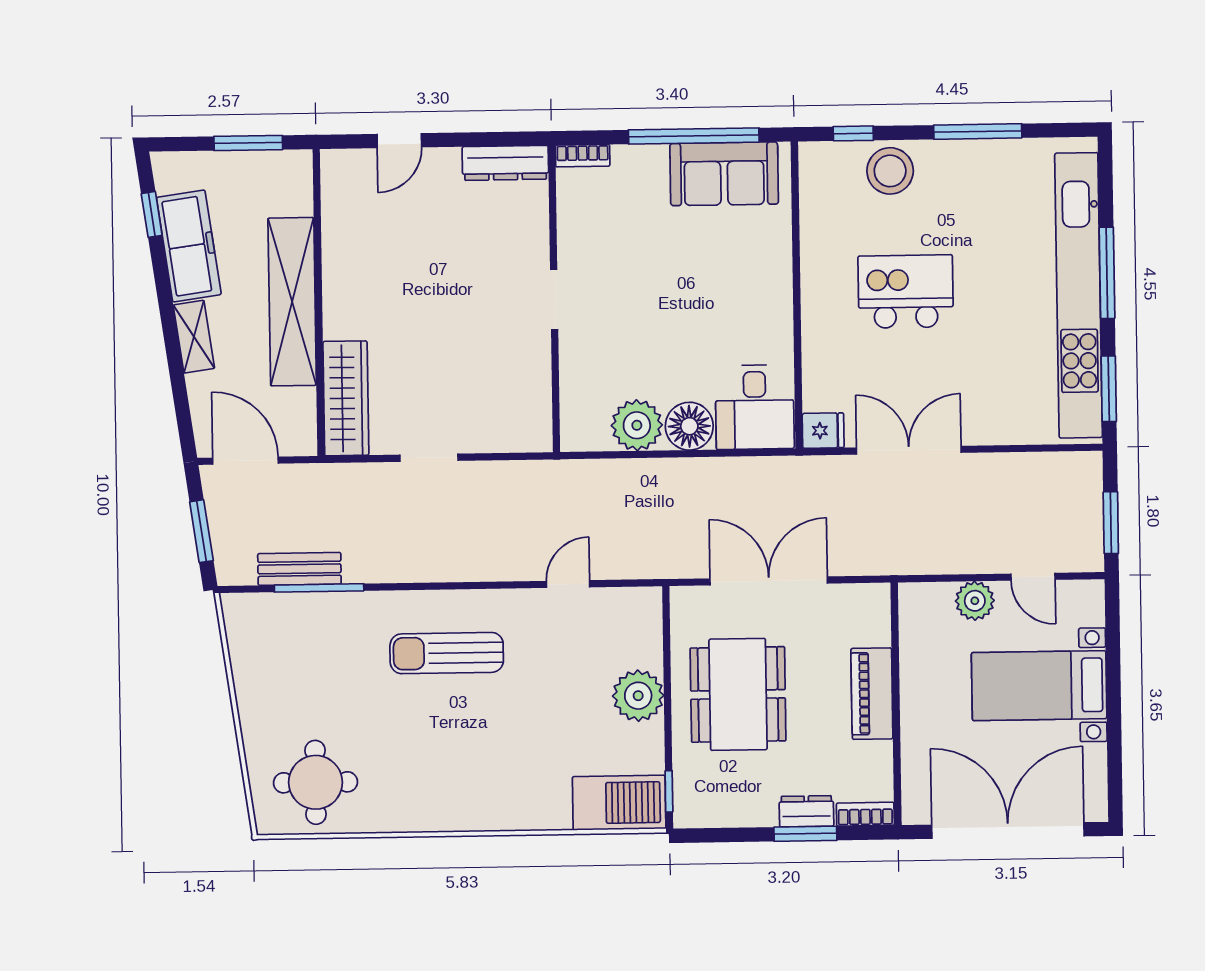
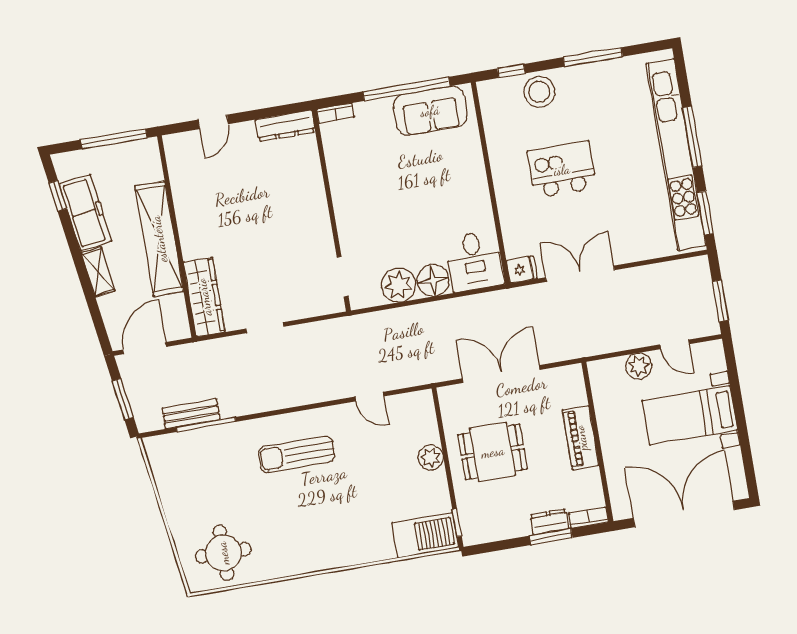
window: (248, 143) -> (114, 139), width x1.44
doorway: (554, 300) -> (343, 277), moved
door: (245, 461) -> (145, 348), hinge flipped
door: (568, 584) -> (369, 397), swing flipped
dining table: (738, 694) -> (493, 452), width x0.73
plant: (638, 696) -> (431, 458), width x0.73, depth x0.73

